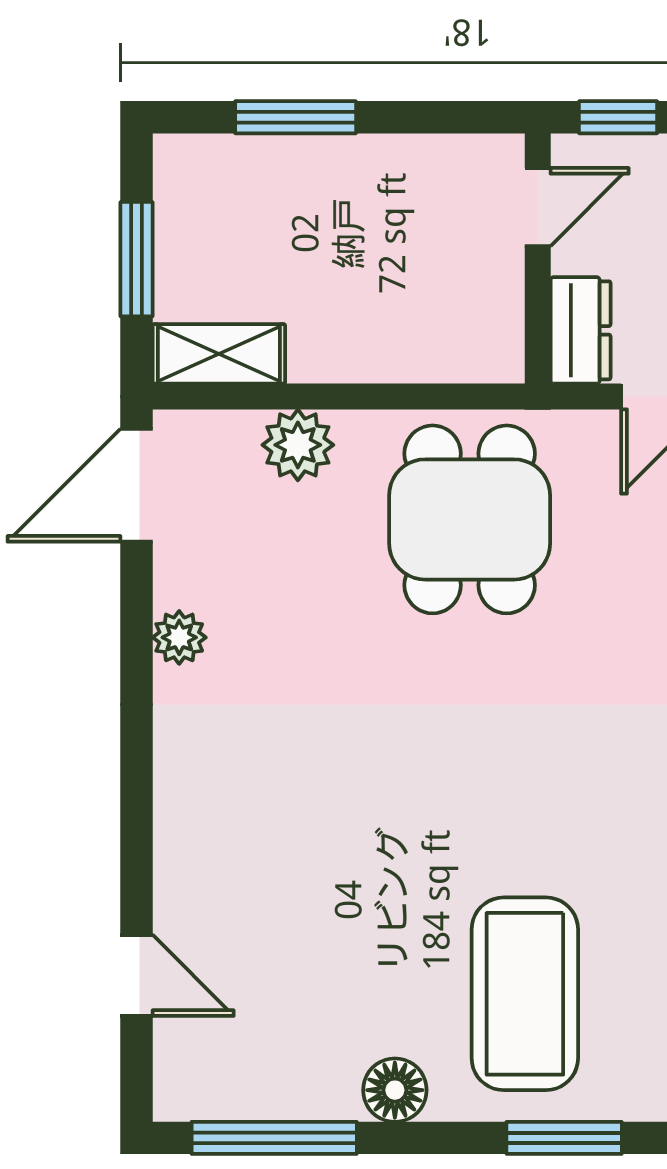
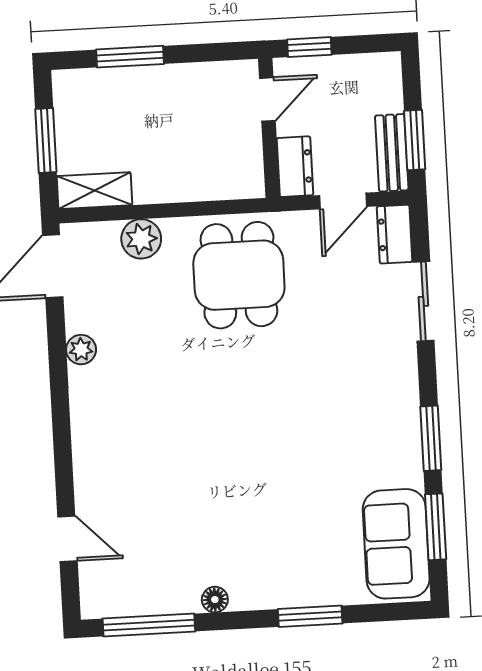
coffee table: (525, 994) -> (284, 537), removed
floor lamp: (395, 1090) -> (215, 600), width x0.73, depth x0.73

